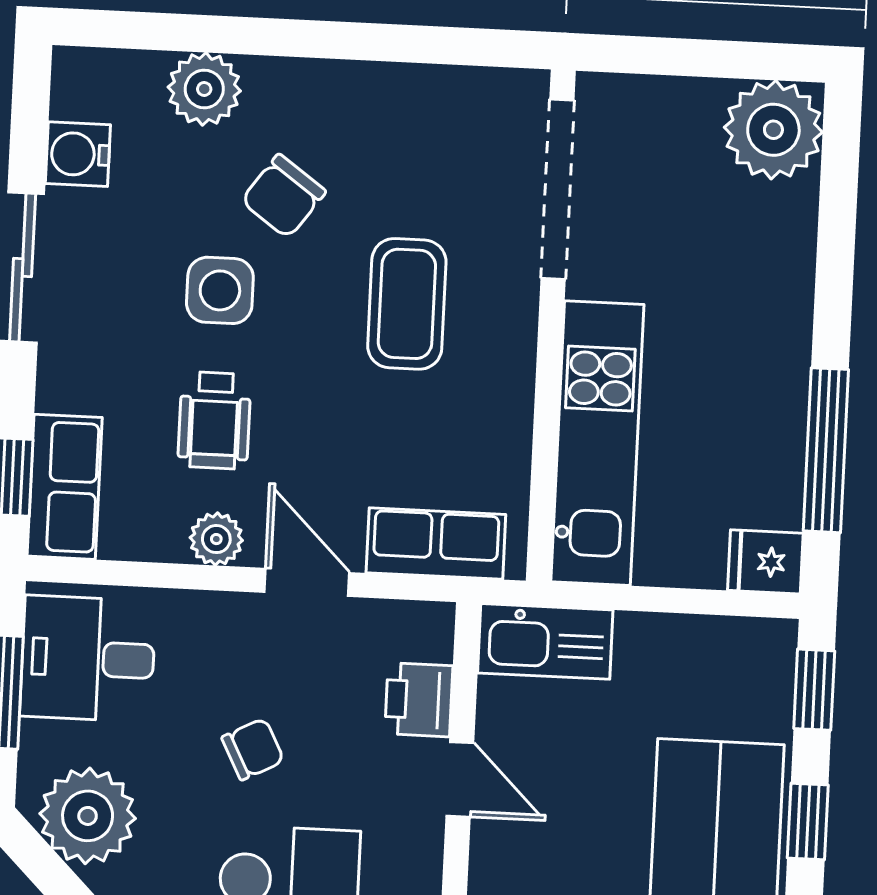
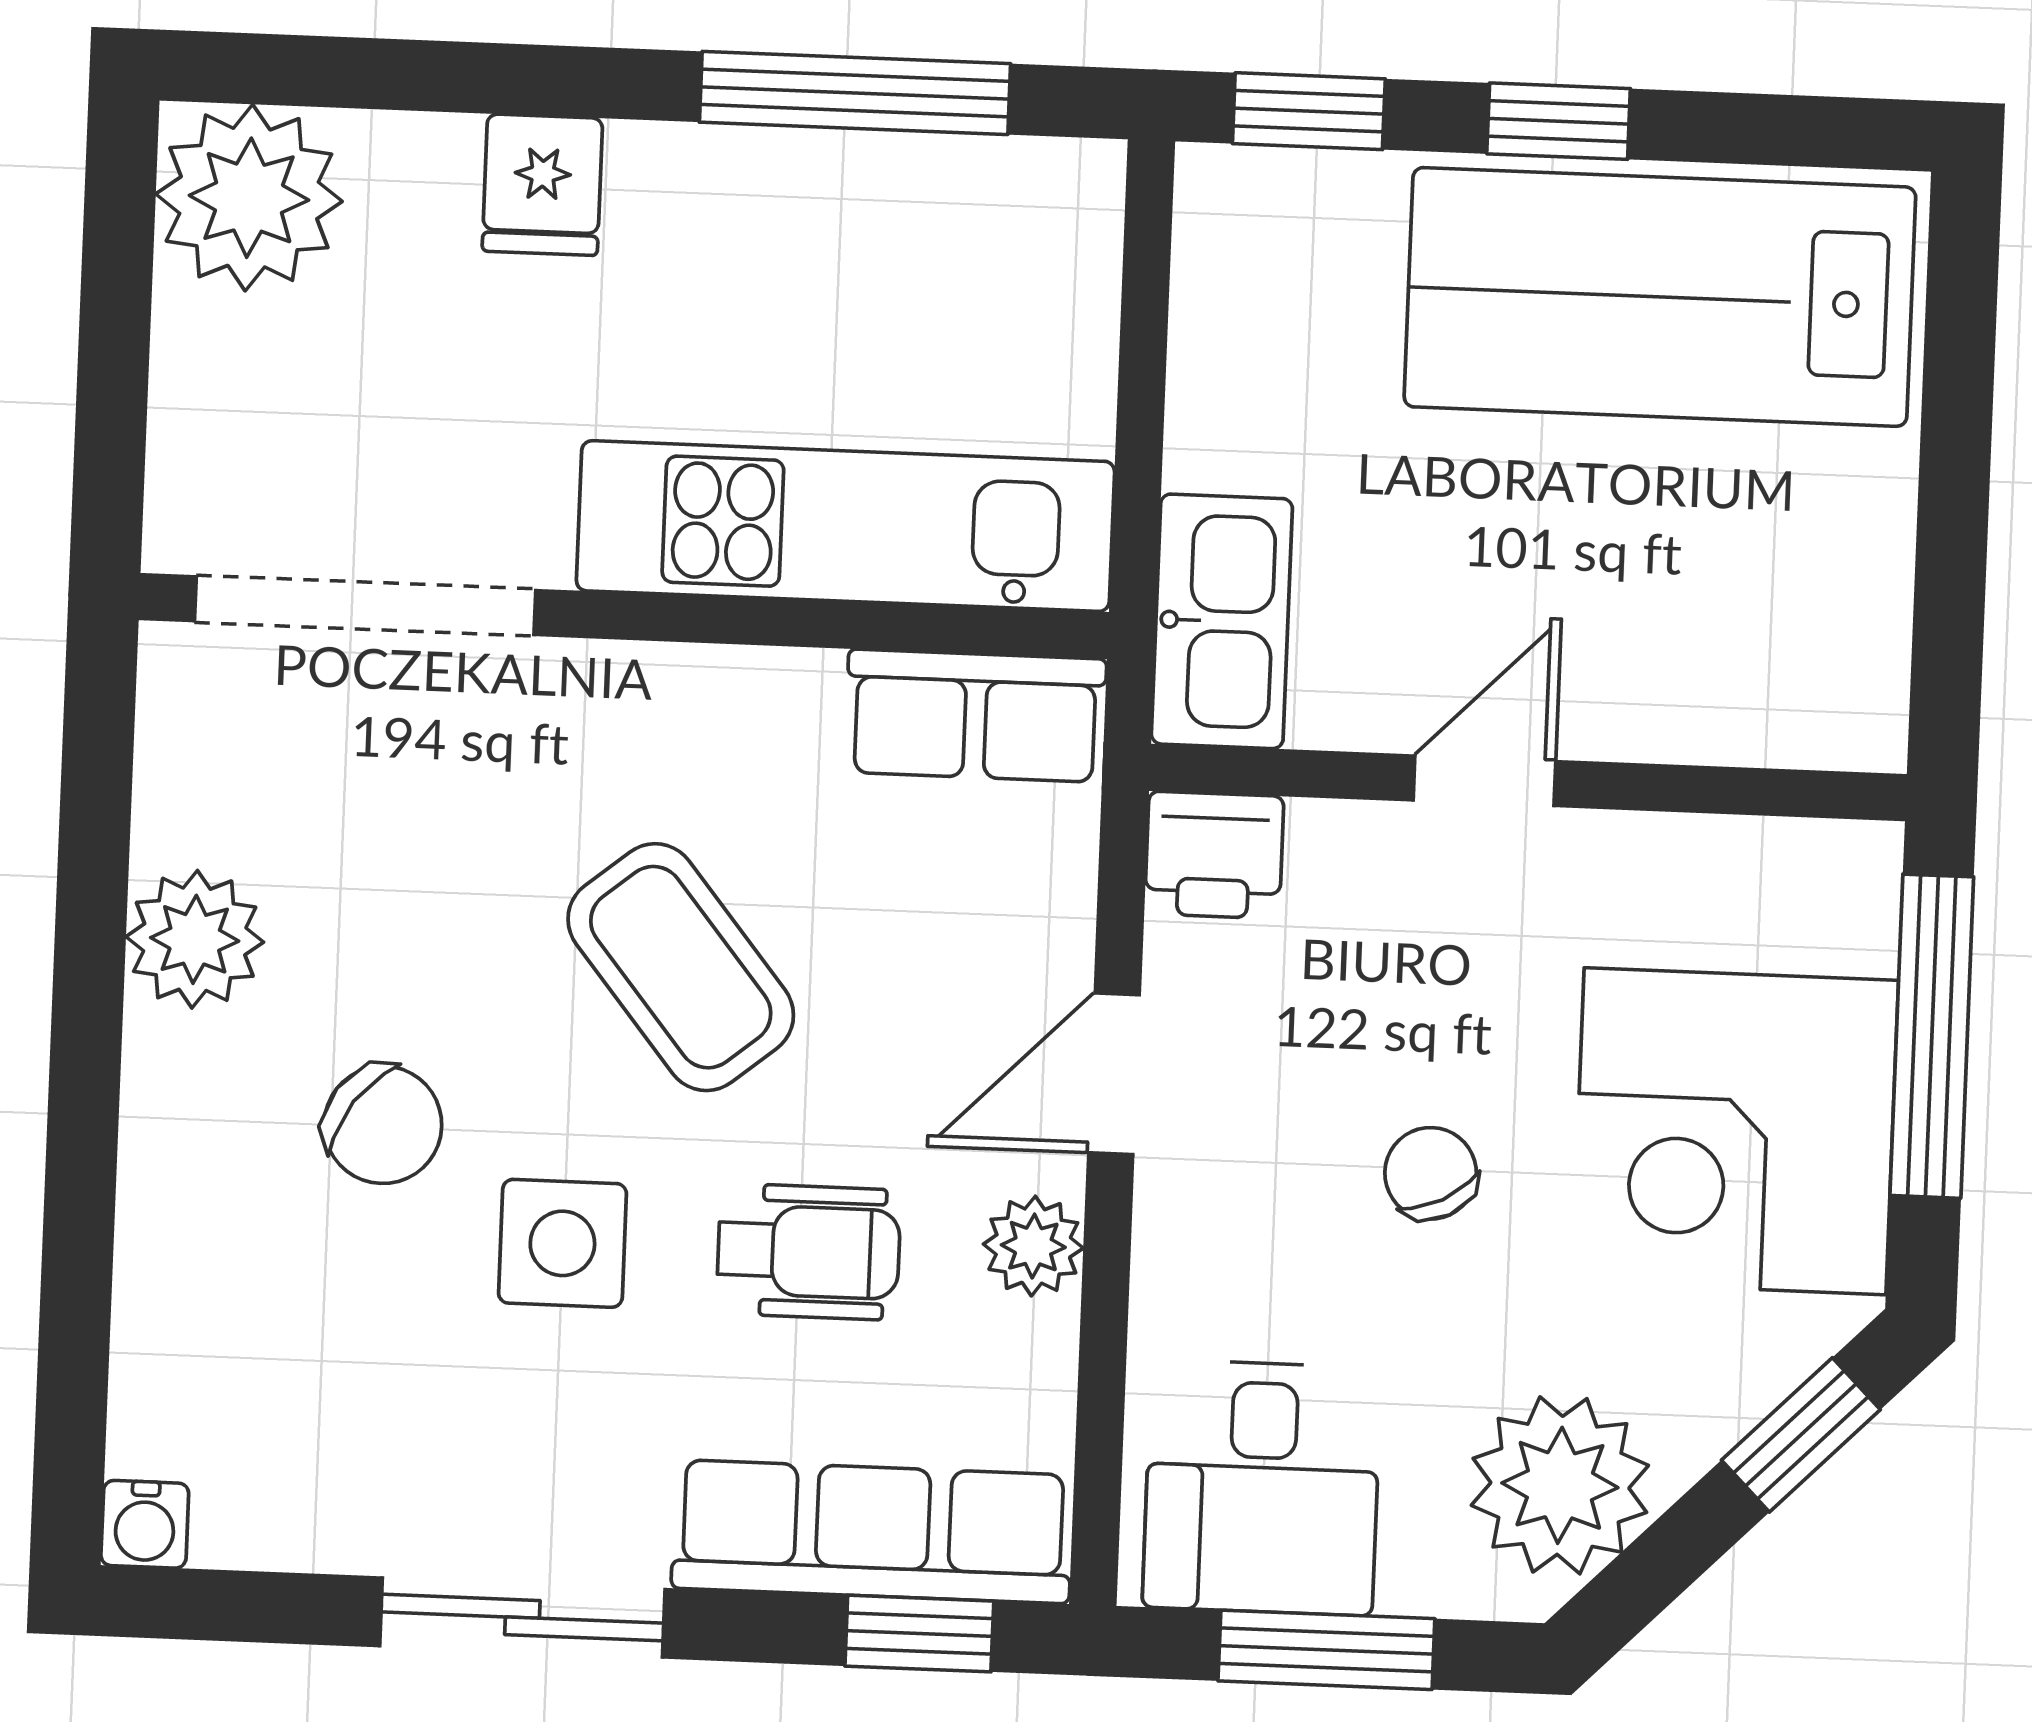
plant: (204, 89) -> (195, 939), moved
water cooler: (78, 154) -> (145, 1524), moved, width x0.72, depth x0.72
coffee table: (407, 304) -> (681, 967), moved, turned 51
row of seats: (65, 487) -> (873, 1532), width x1.48
row of seats: (436, 544) -> (975, 716), moved, turned -90
fridge: (765, 562) -> (542, 185), moved
printer: (419, 700) -> (1214, 855), moved

